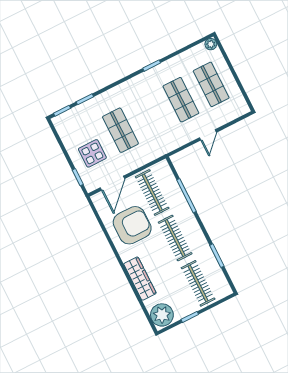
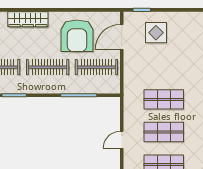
shop shelf: (120, 130) -> (164, 99), moved
door: (208, 135) -> (122, 140), hinge flipped
door: (112, 183) -> (122, 37), hinge flipped

